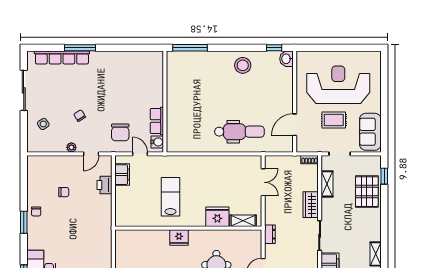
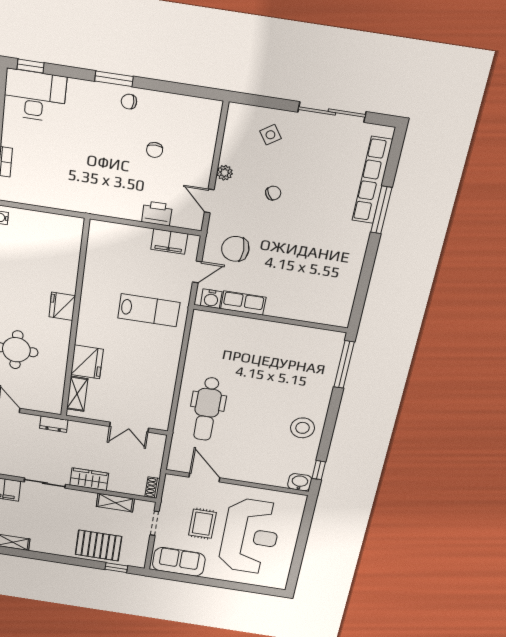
lab bench: (170, 197) -> (149, 310), moved

